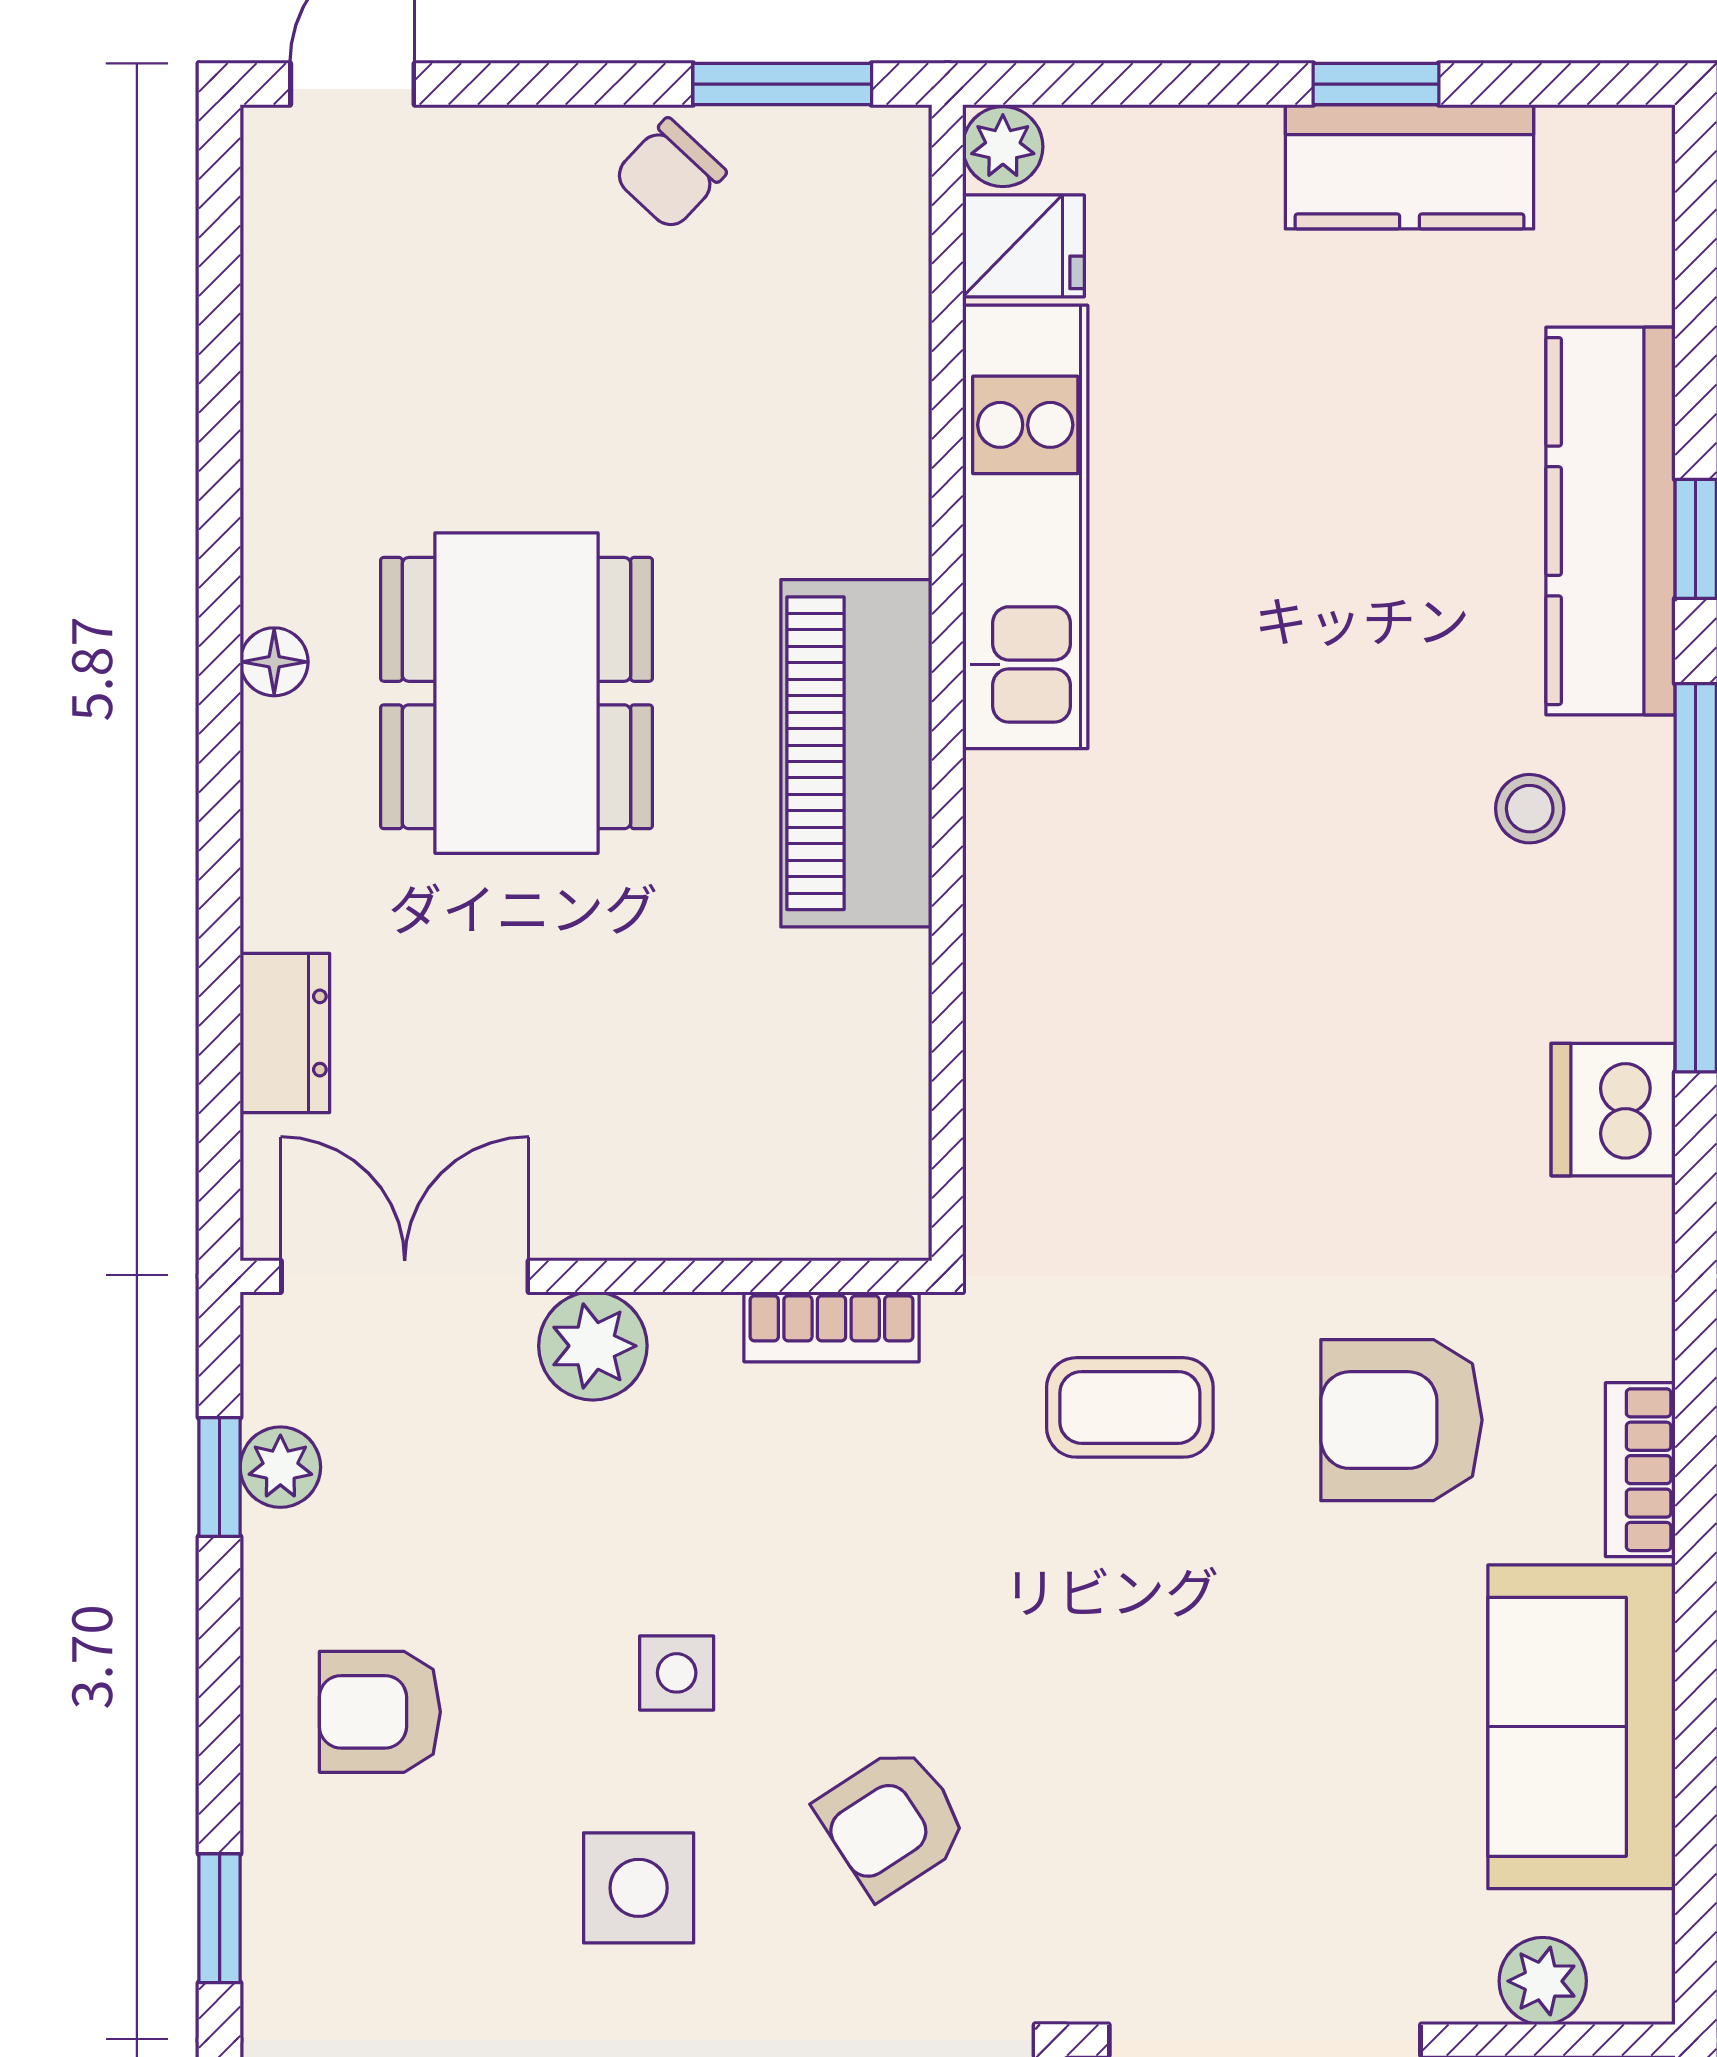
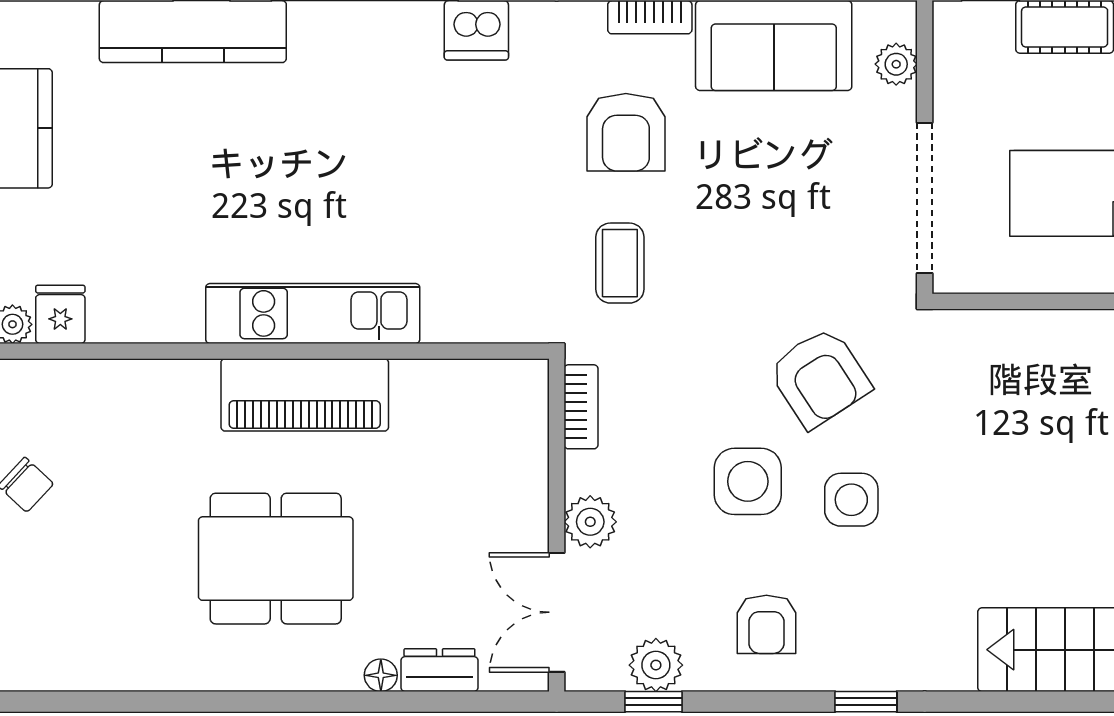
kitchen unit: (1025, 527) -> (313, 313), moved
floor lamp: (274, 662) -> (381, 675), moved
stool: (1530, 809) -> (331, 70), removed
plant: (280, 1467) -> (656, 665), width x1.38, depth x1.38
side table: (677, 1673) -> (748, 481), width x1.87, depth x1.87
armchair: (892, 1822) -> (819, 377), width x1.38, depth x1.38

